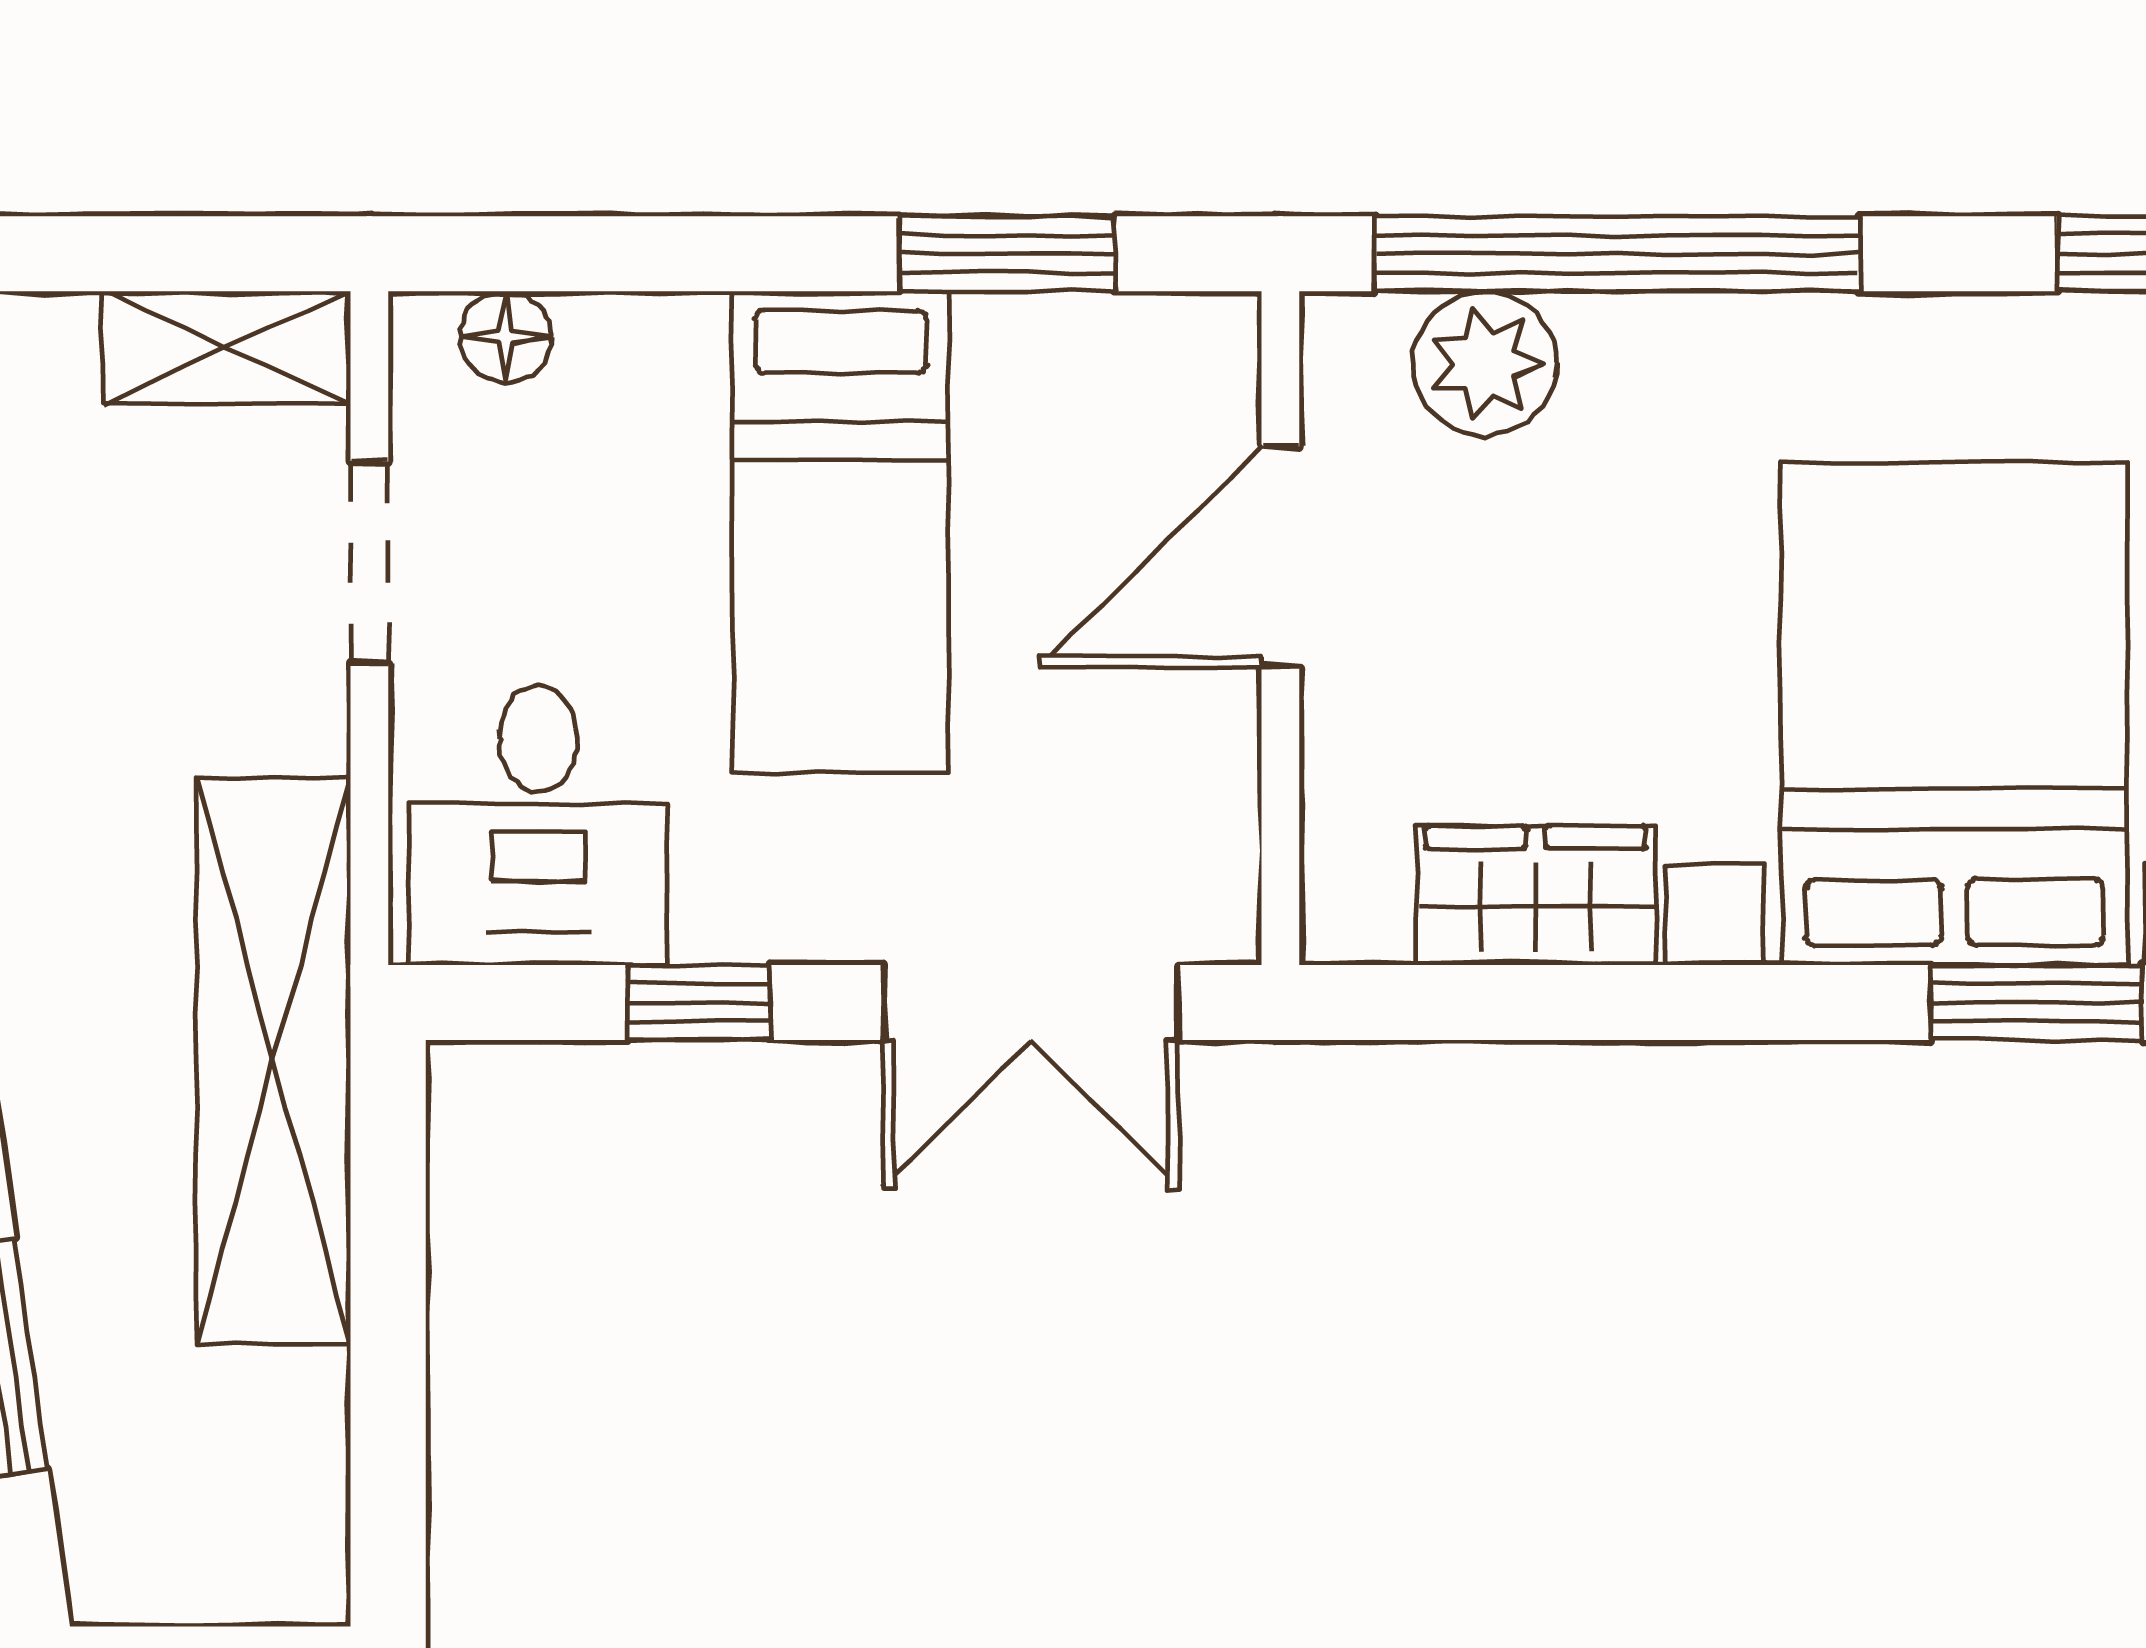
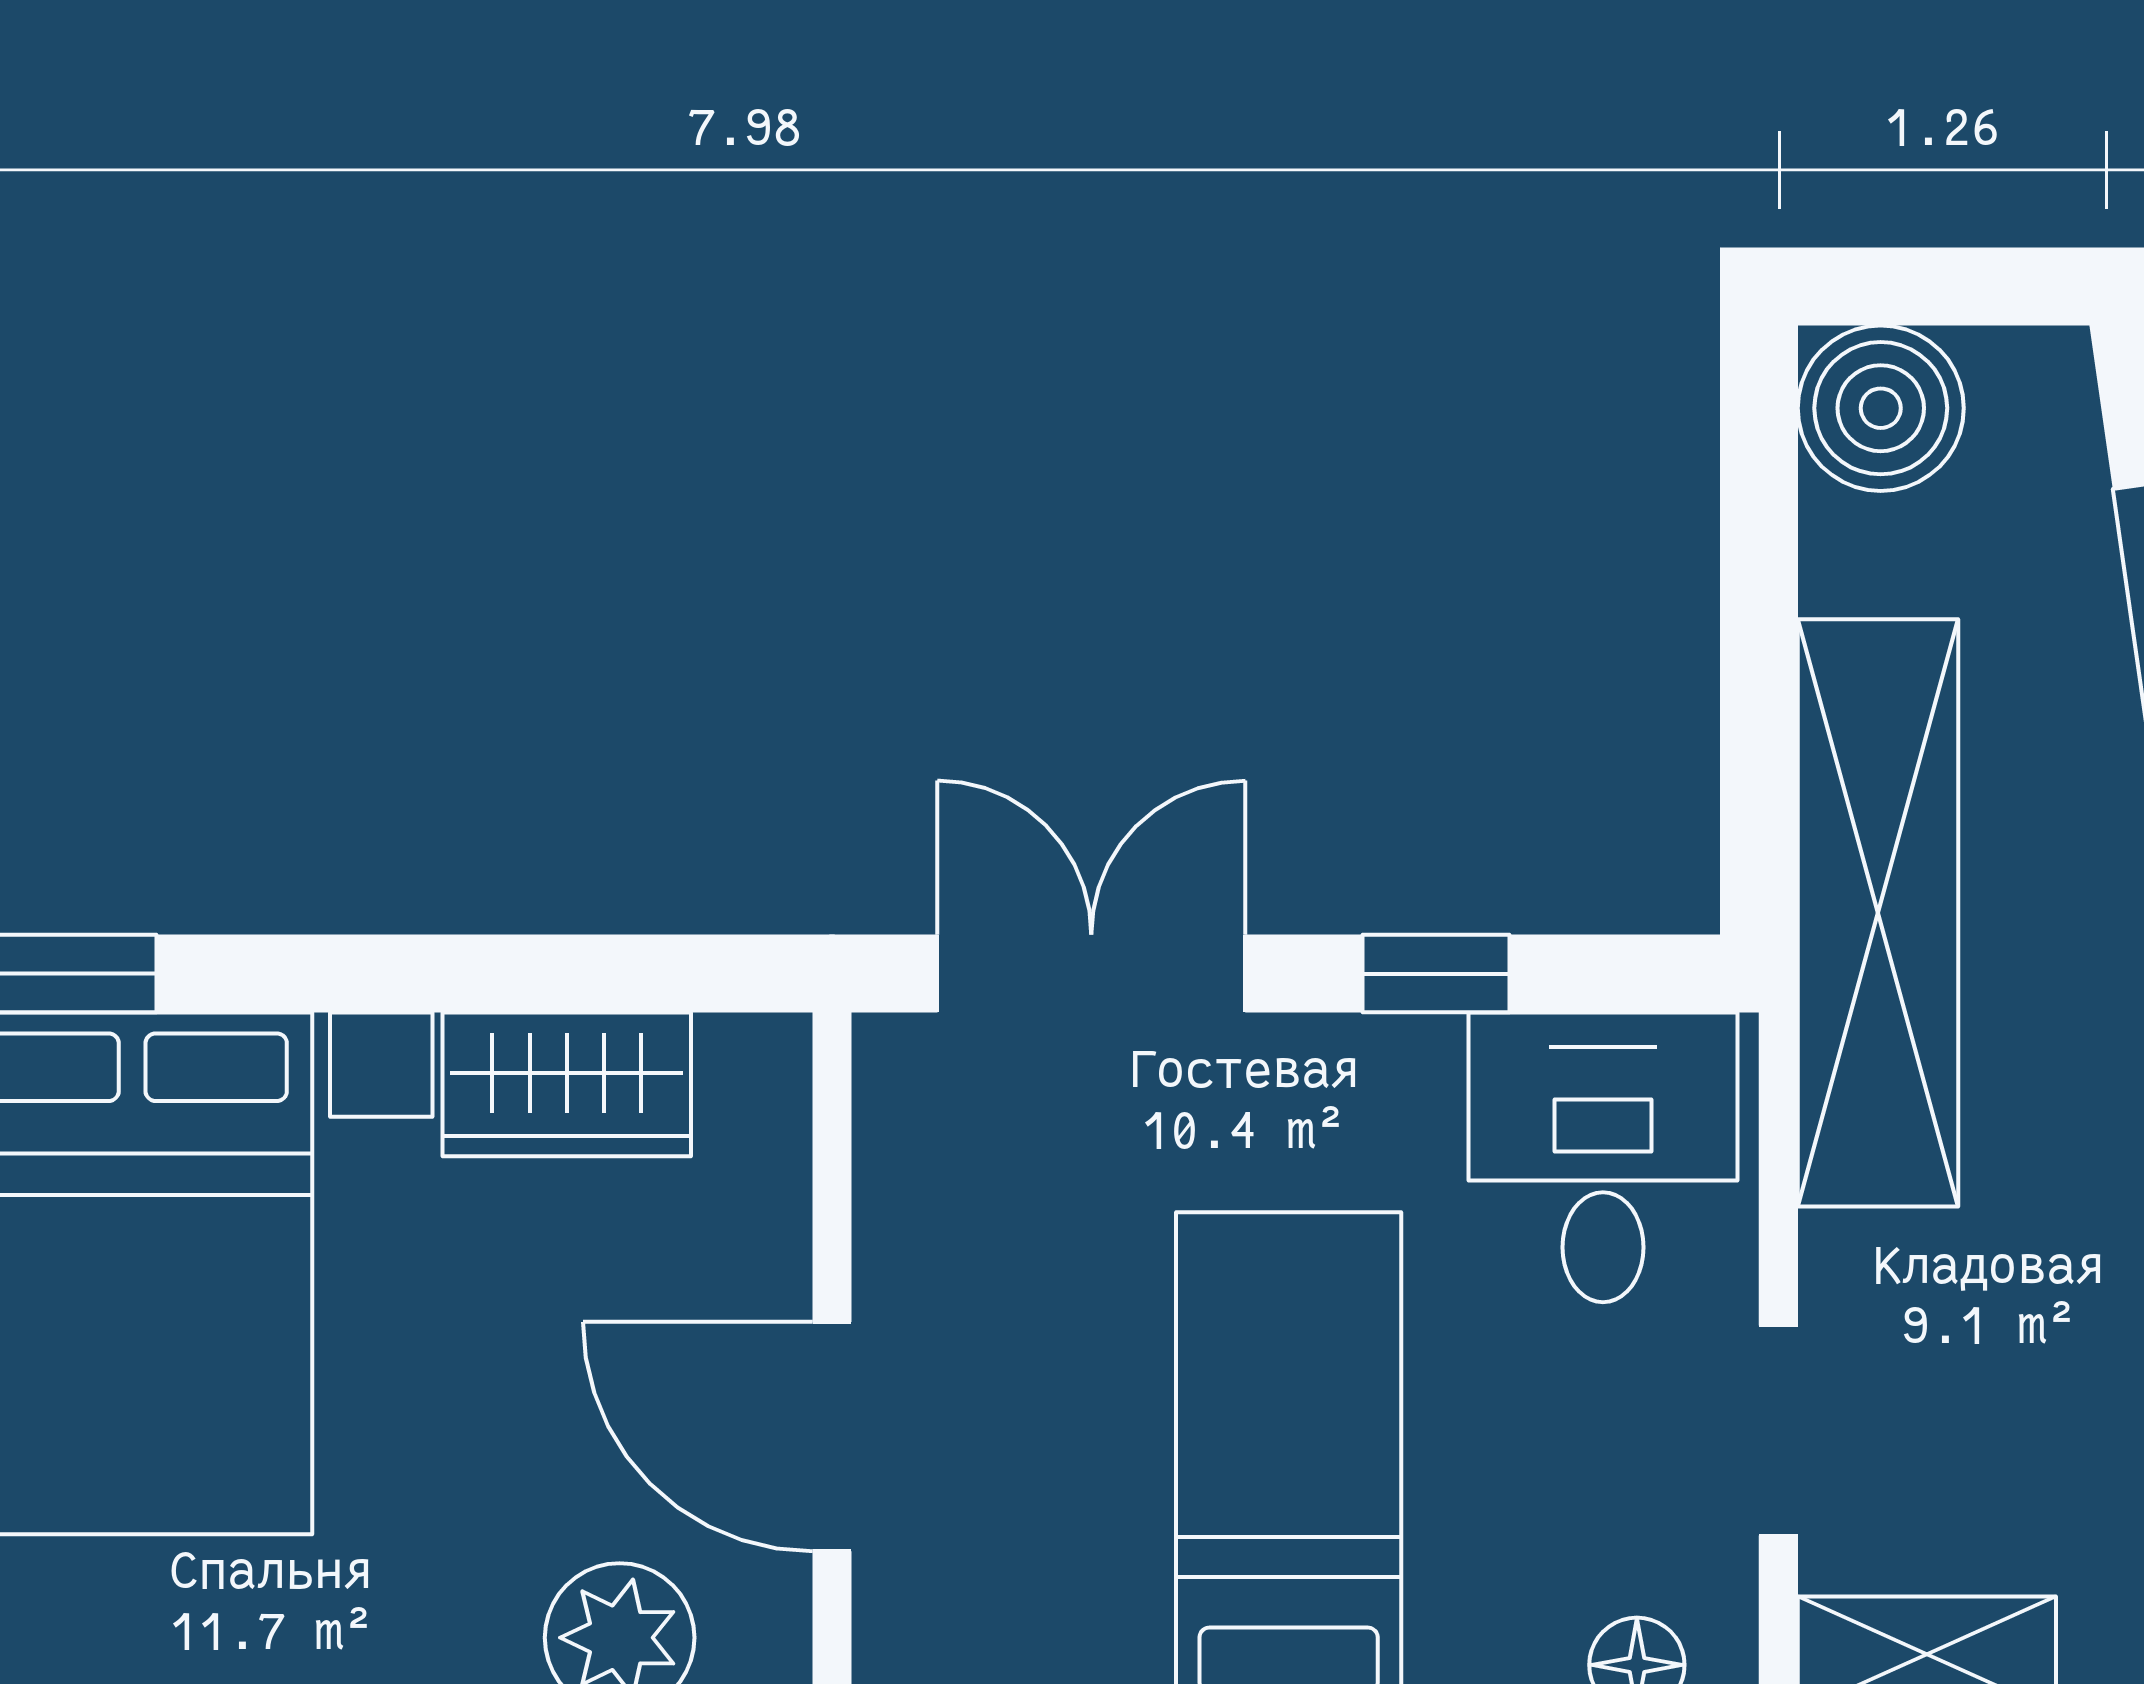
door: (1280, 557) -> (832, 1437), swing flipped
boiler: (271, 1547) -> (1881, 408), added

